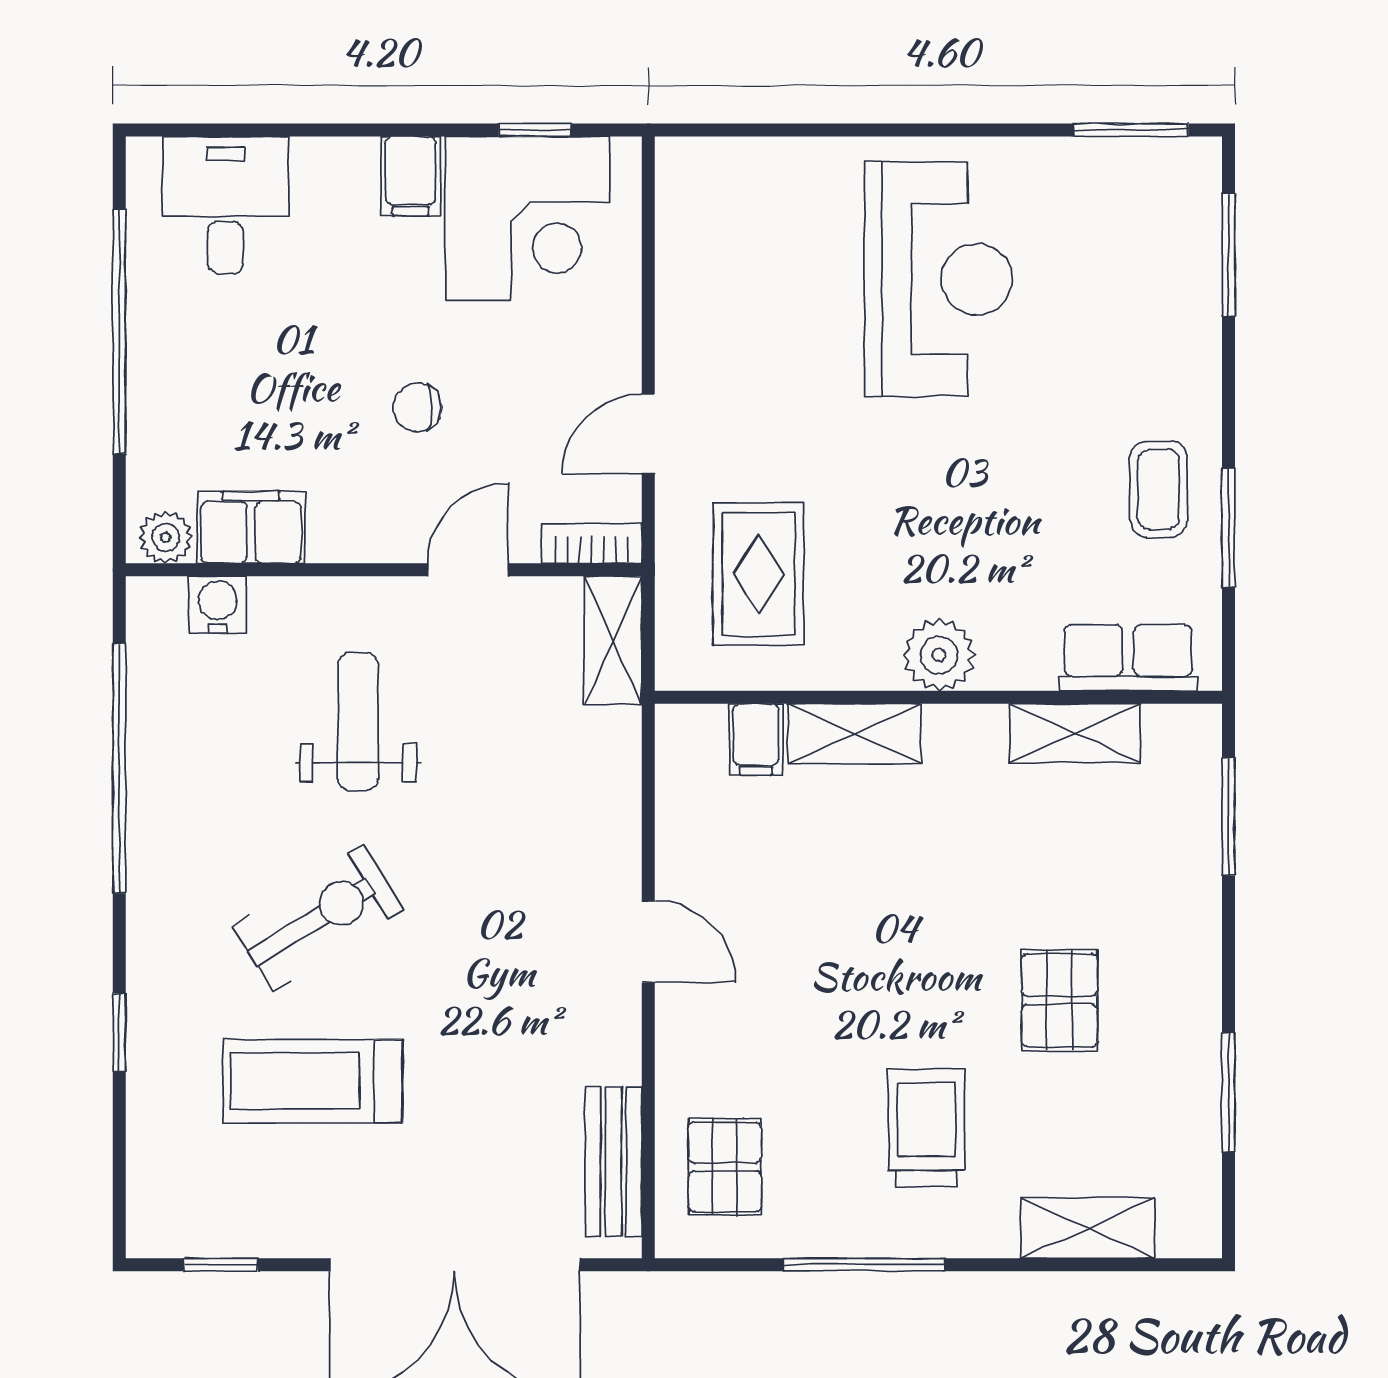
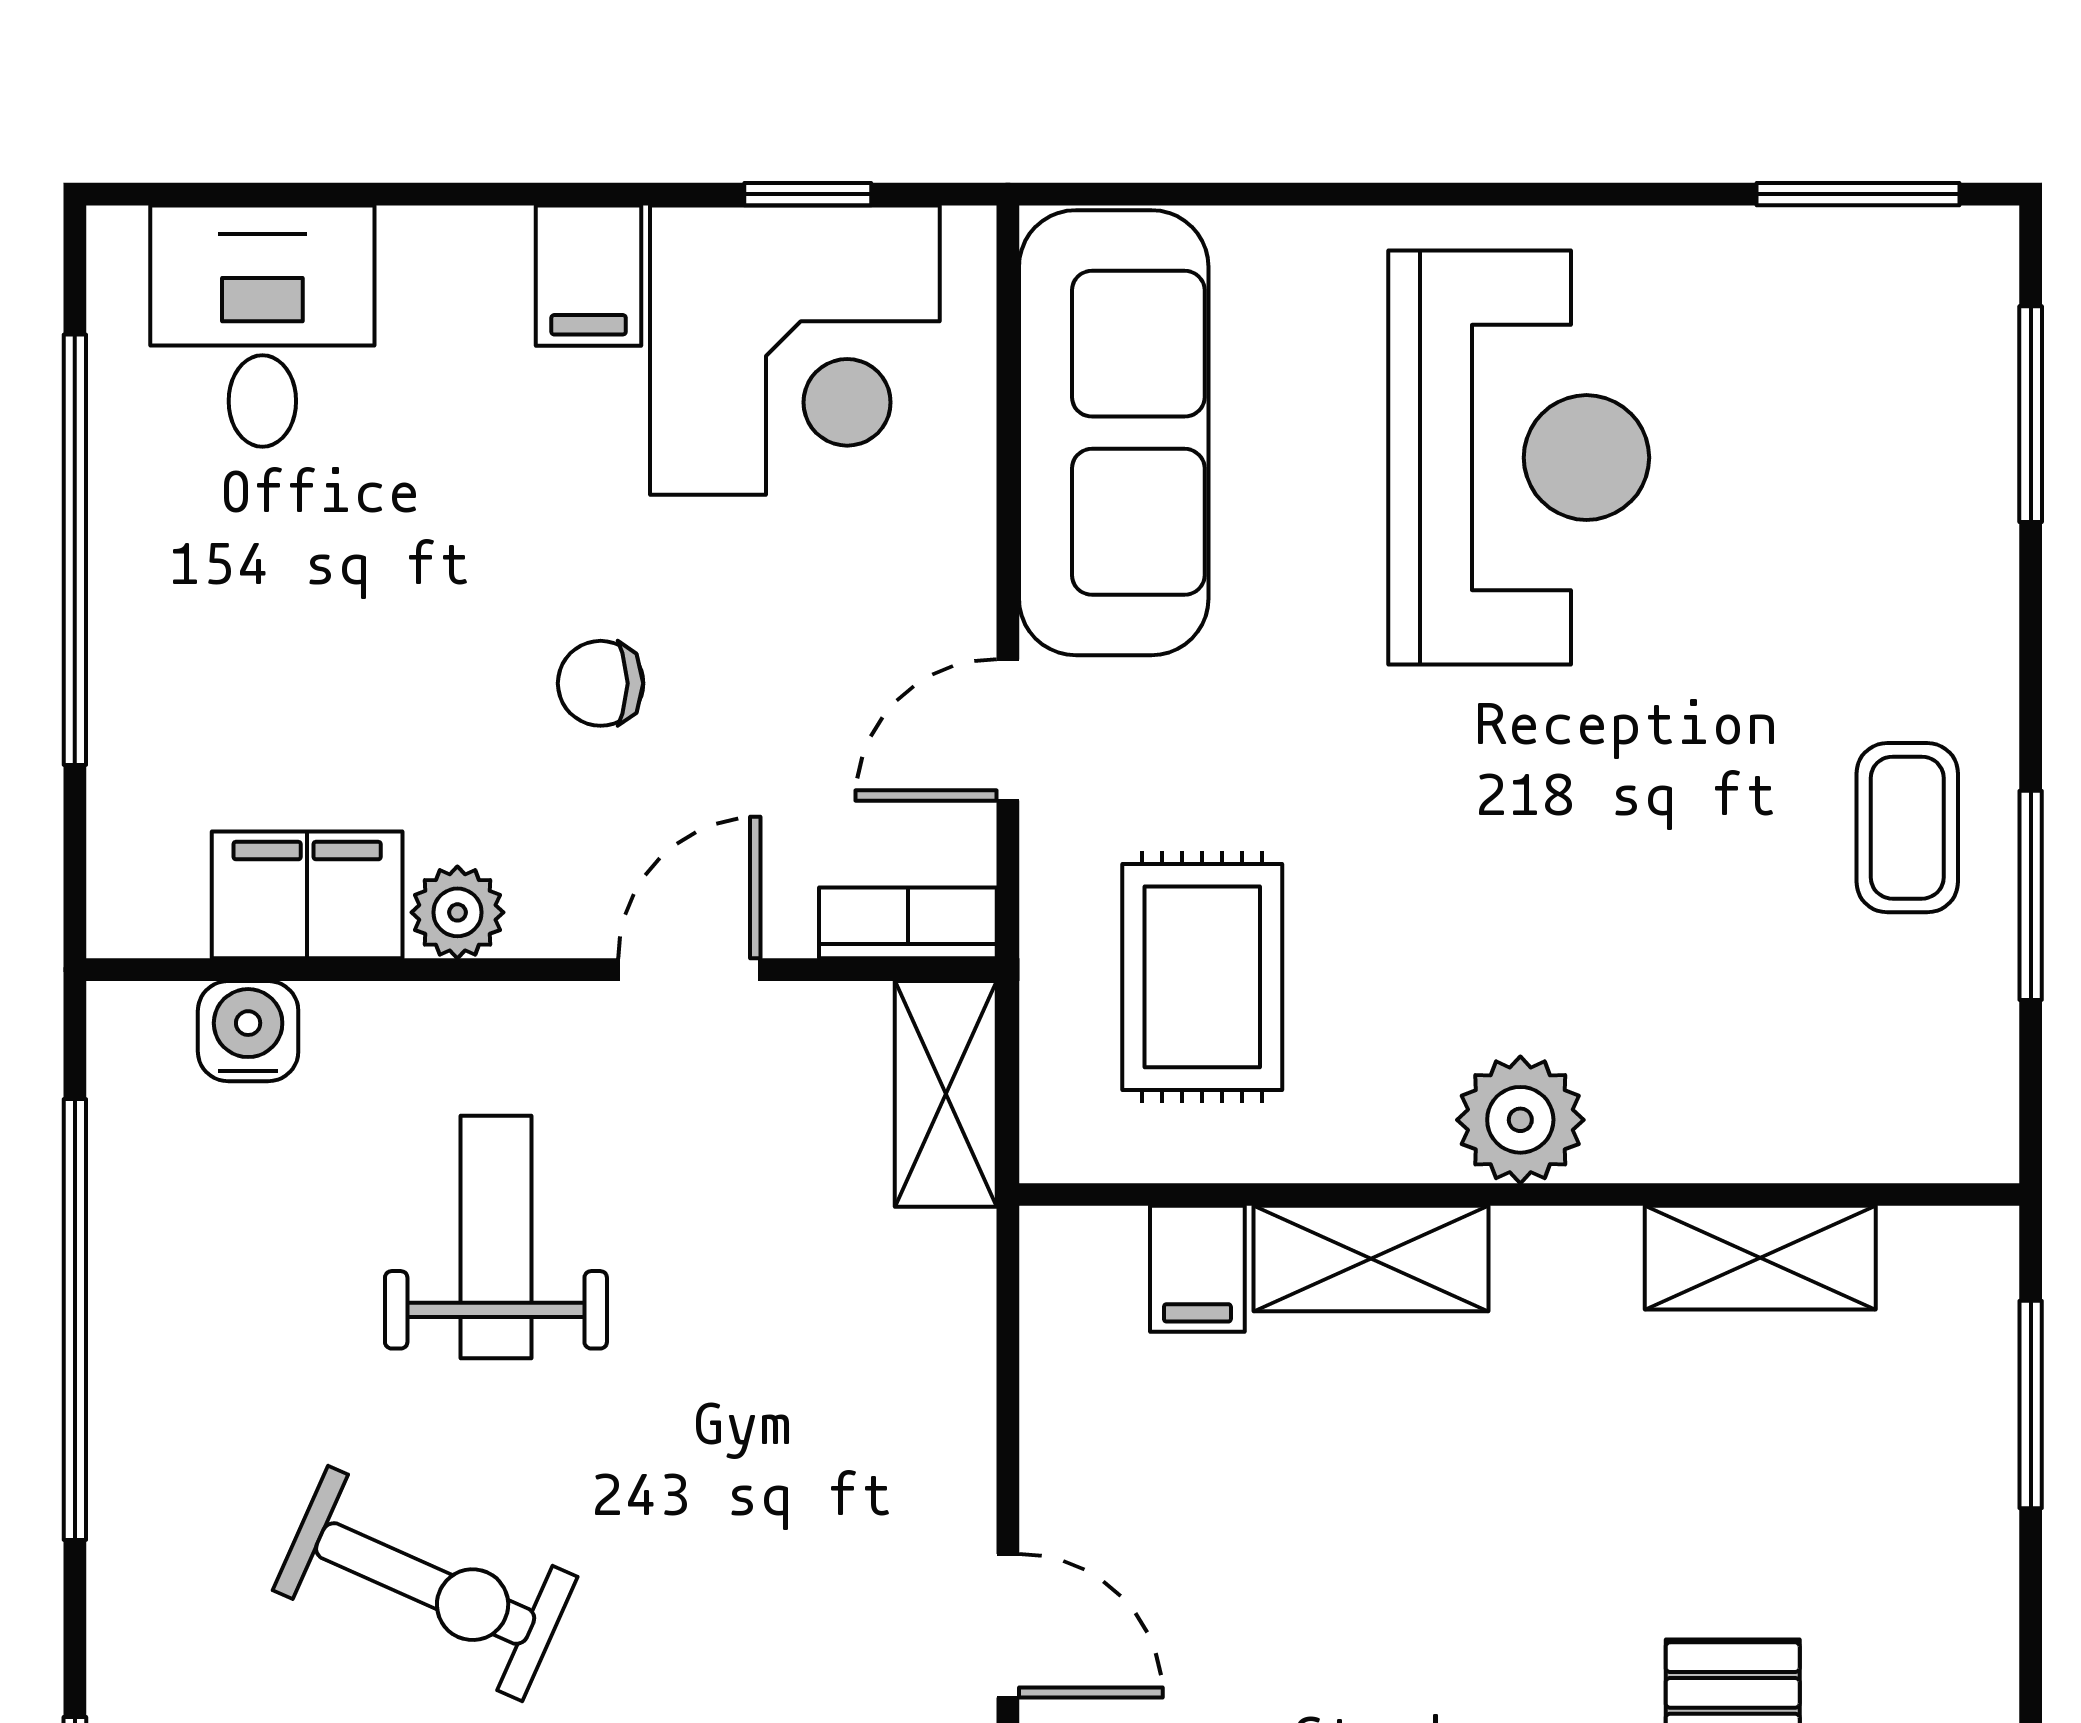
sofa: (708, 265) -> (1114, 433), added
plant: (166, 537) -> (457, 912), moved
row of seats: (1128, 658) -> (1854, 1125), removed
exercise bike: (318, 918) -> (425, 1584), turned 56

